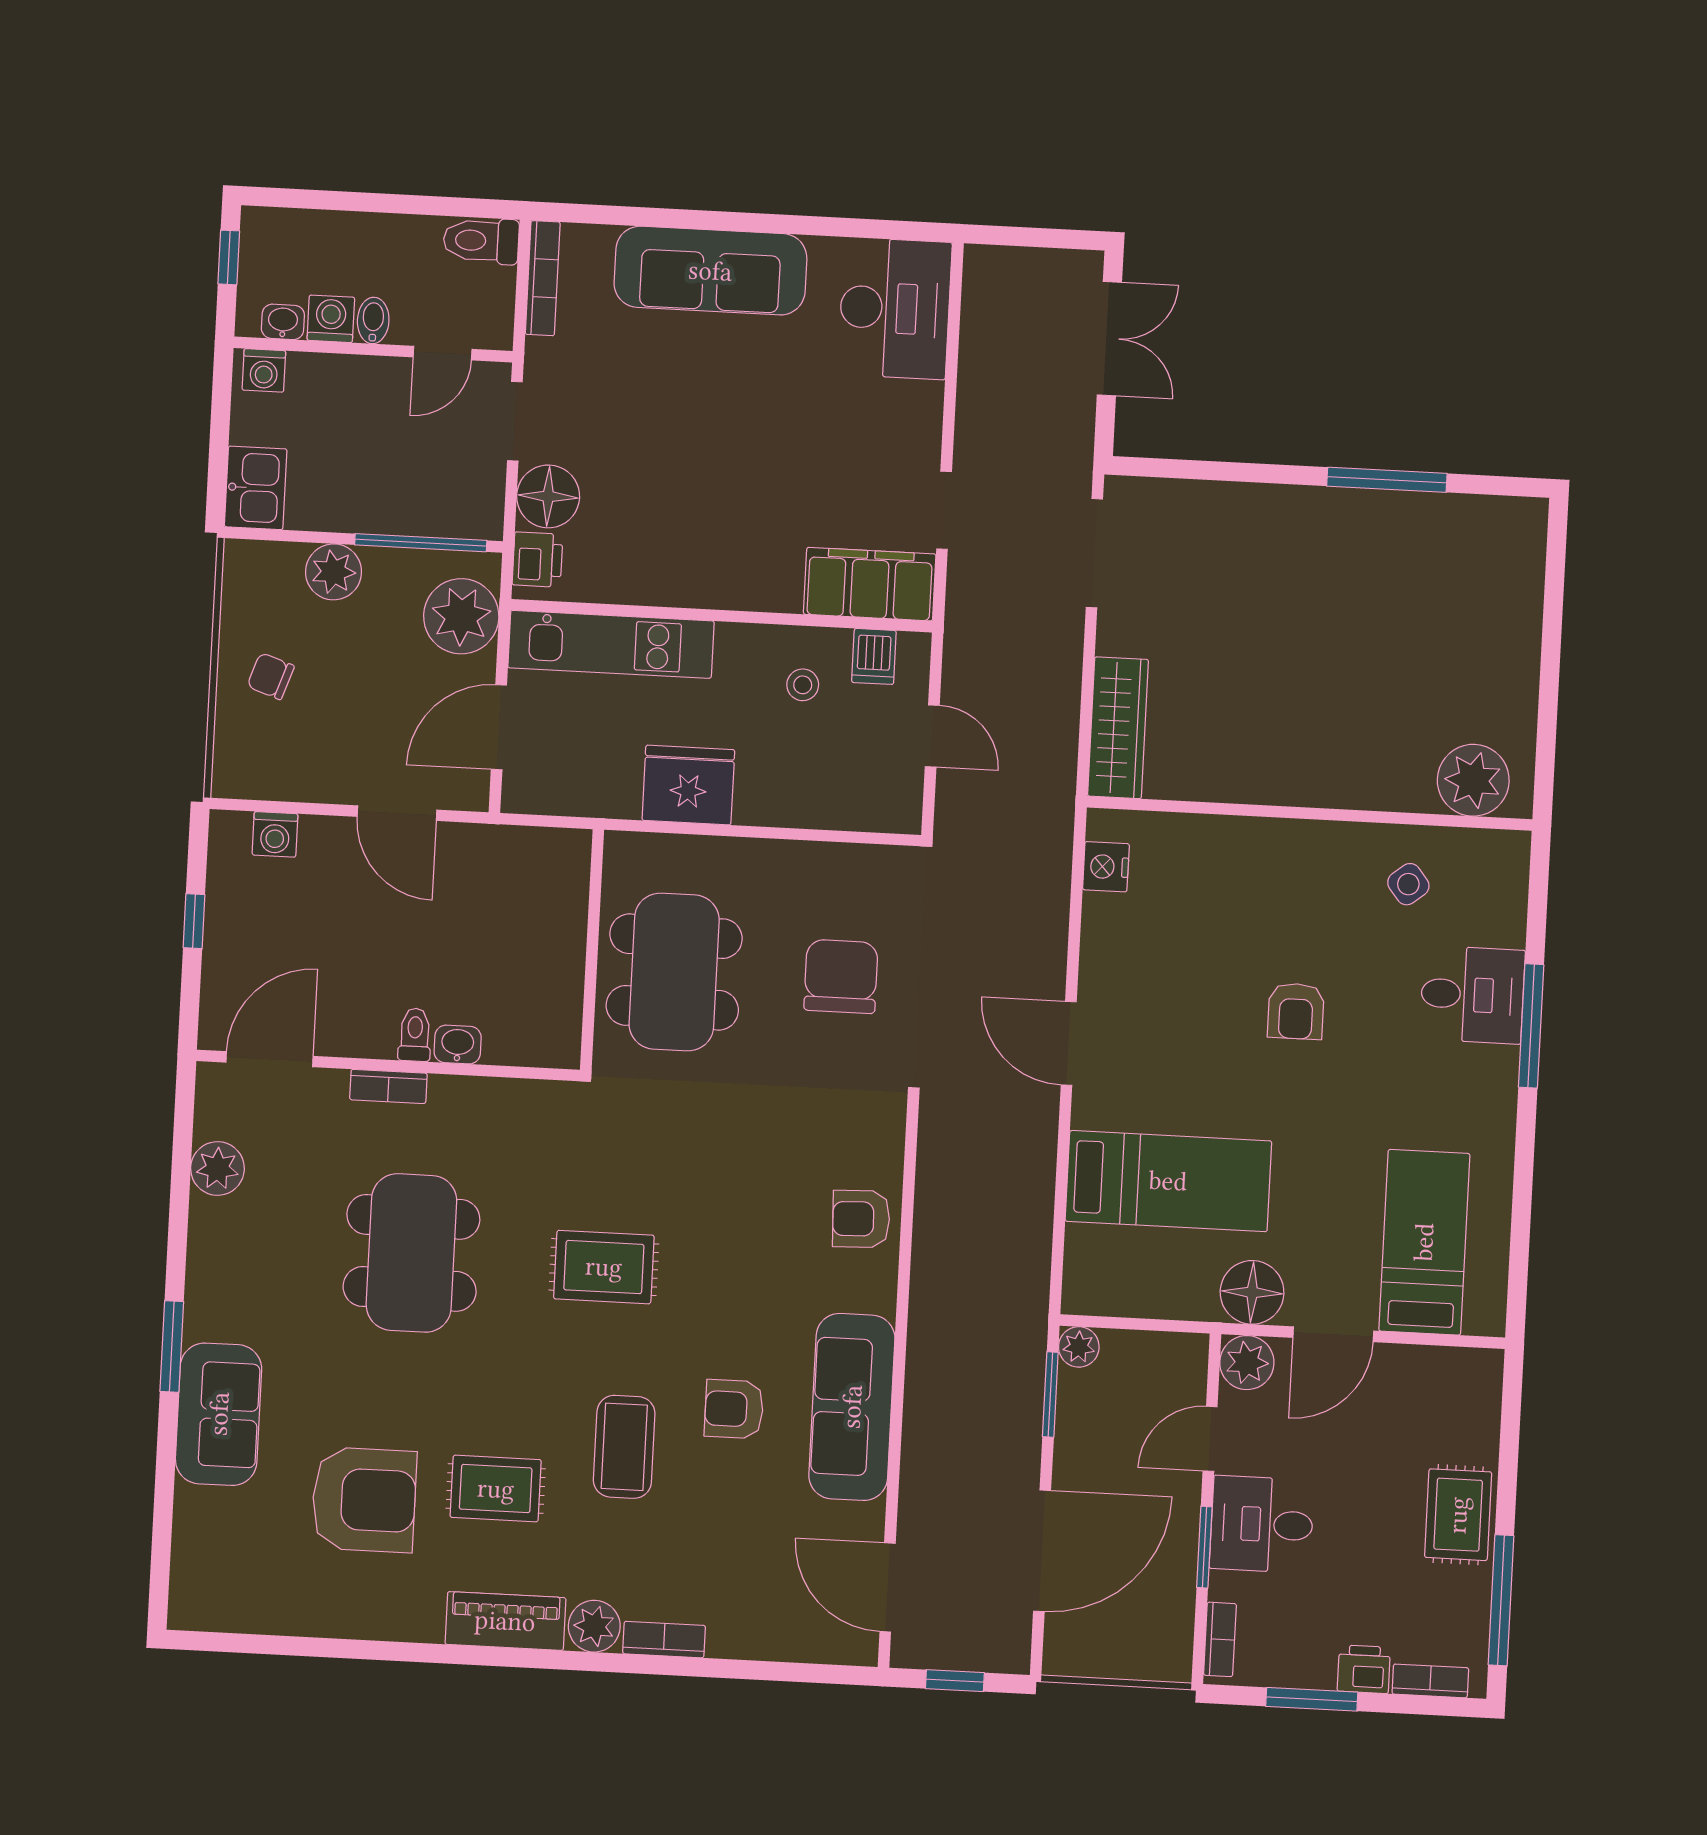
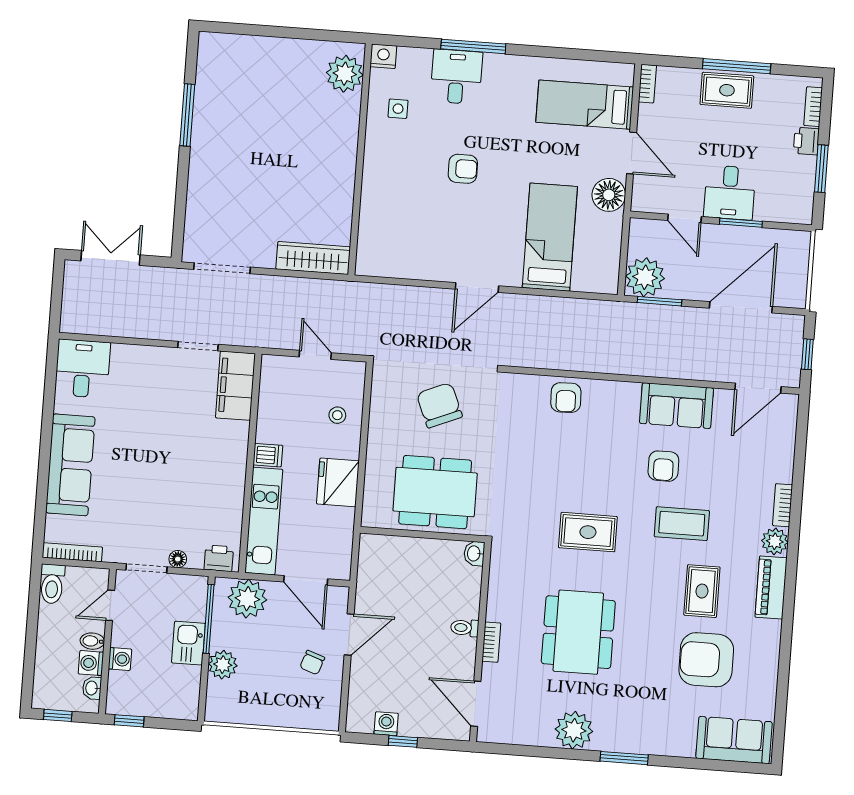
desk: (895, 308) -> (82, 369), width x0.73
door: (443, 353) -> (110, 605), swing flipped
washing machine: (264, 370) -> (120, 659), moved
window: (222, 395) -> (129, 721), added
kitchen sink: (256, 488) -> (188, 643), moved, turned -90
floor lamp: (548, 496) -> (178, 559), width x0.53, depth x0.53
dishwasher: (874, 656) -> (268, 455), moved
chair: (271, 676) -> (312, 663), moved
stool: (803, 685) -> (337, 415), moved
door: (932, 736) -> (315, 355), hinge flipped
washing machine: (275, 834) -> (386, 724), moved, turned -90
nightstand: (1106, 867) -> (383, 56), moved, turned 180
side table: (1408, 884) -> (398, 109), turned 38
chair: (841, 976) -> (439, 405), turned 67
washbasin: (458, 1045) -> (474, 554), moved
plant: (217, 1168) -> (574, 730), moved, width x1.36, depth x1.36
dining table: (411, 1253) -> (578, 632), turned 90
rug: (604, 1267) -> (588, 532), turned 90
plant: (1079, 1347) -> (645, 277), width x1.87, depth x1.87
plant: (1247, 1363) -> (645, 198), removed
sofa: (852, 1407) -> (676, 406), width x0.73
sofa: (219, 1414) -> (734, 740), moved
armchair: (364, 1500) -> (706, 660), turned -90
door: (1042, 1551) -> (741, 307), hinge flipped
window: (1501, 1600) -> (737, 66), moved
bookcase: (1220, 1639) -> (647, 84), moved, turned 90

